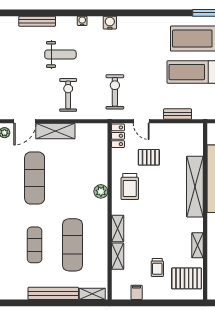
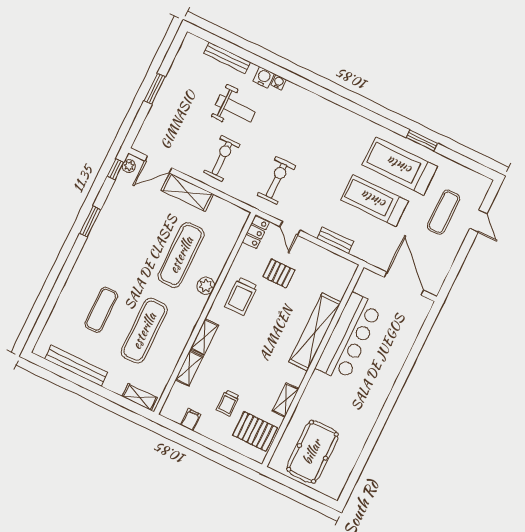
water cooler: (110, 23) -> (264, 77), moved
exercise mat: (35, 178) -> (181, 255), moved
bench: (53, 293) -> (76, 366), moved

